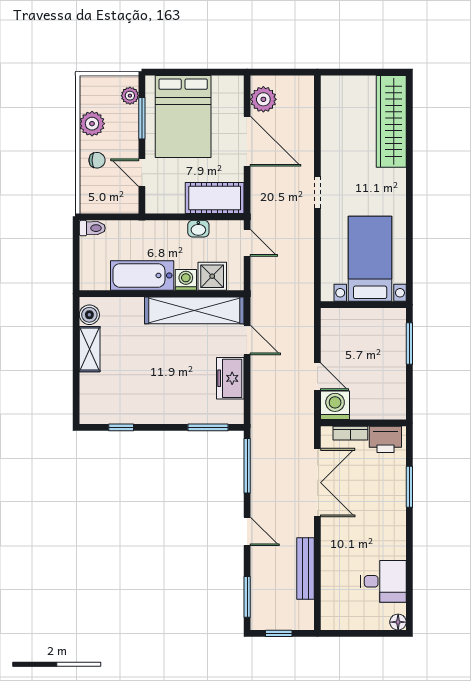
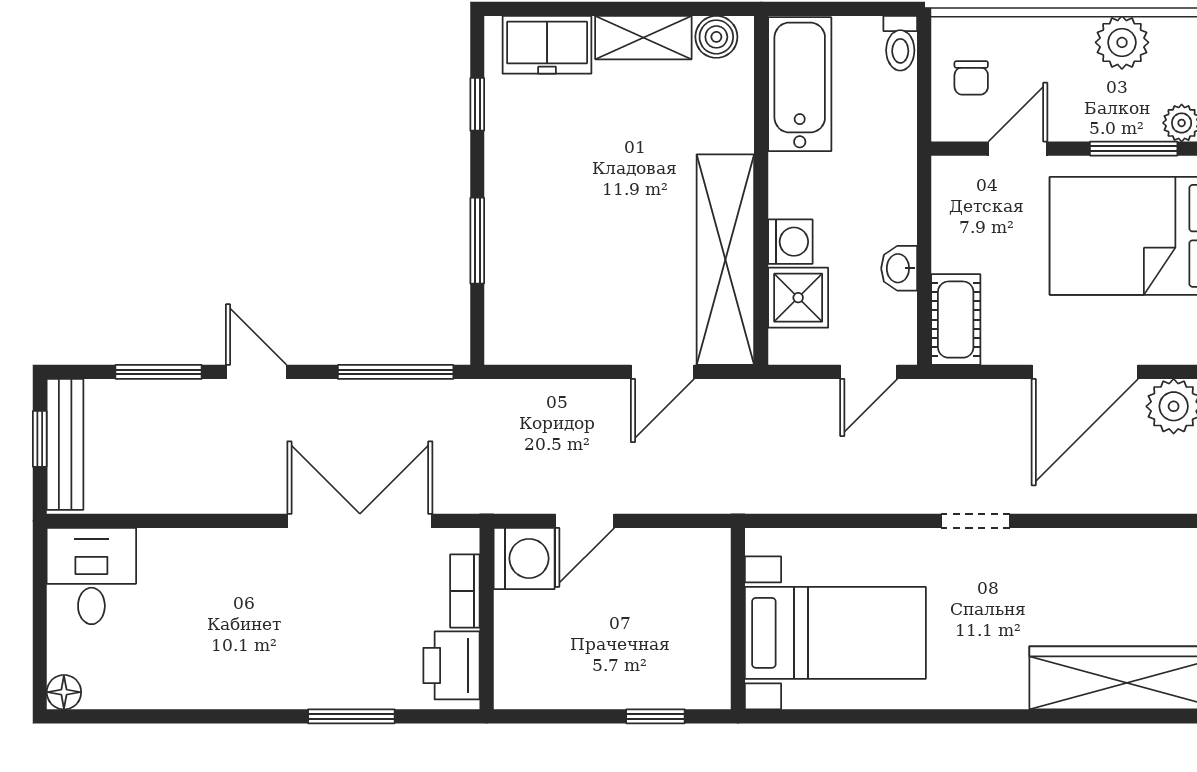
chair: (97, 160) -> (971, 78), moved
cot: (215, 198) -> (956, 320), width x0.73, depth x0.75
bathtub: (142, 275) -> (800, 84), moved
window: (409, 343) -> (655, 716), width x0.67
freezer: (230, 378) -> (547, 45), moved, turned 180
window: (208, 427) -> (477, 241), moved
double door: (317, 483) -> (360, 521), swing flipped
door: (247, 531) -> (256, 372), swing flipped
bench: (305, 569) -> (65, 444), moved, turned 90
desk: (383, 581) -> (91, 576), moved, turned 180
window: (247, 597) -> (159, 372), moved

